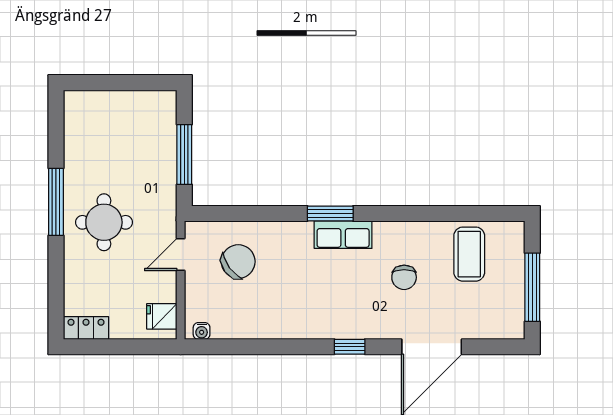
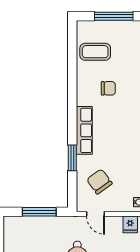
window: (330, 213) -> (72, 158), moved
row of seats: (343, 235) -> (84, 130), width x1.48

